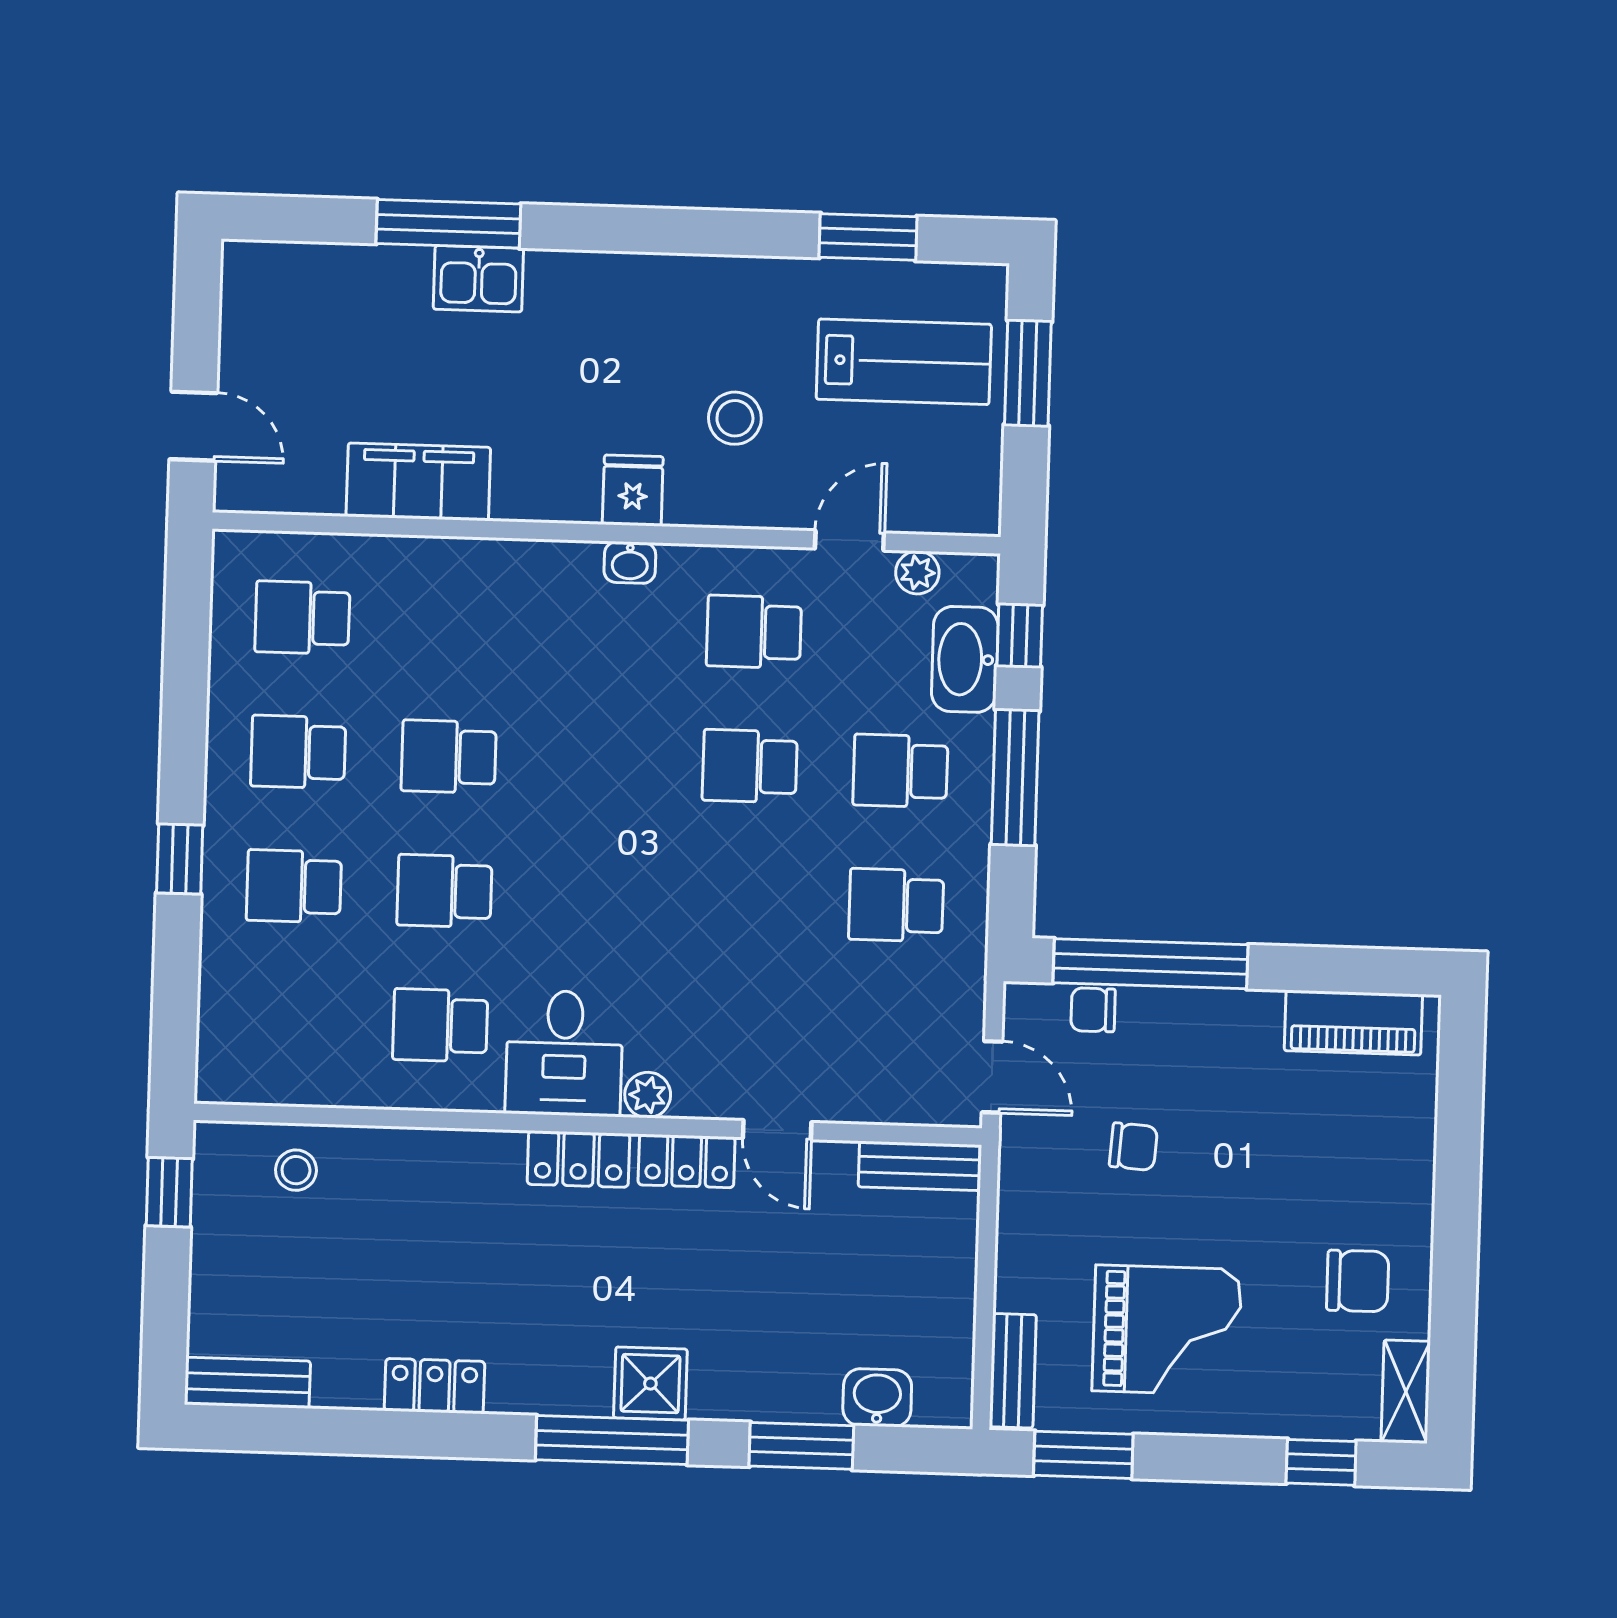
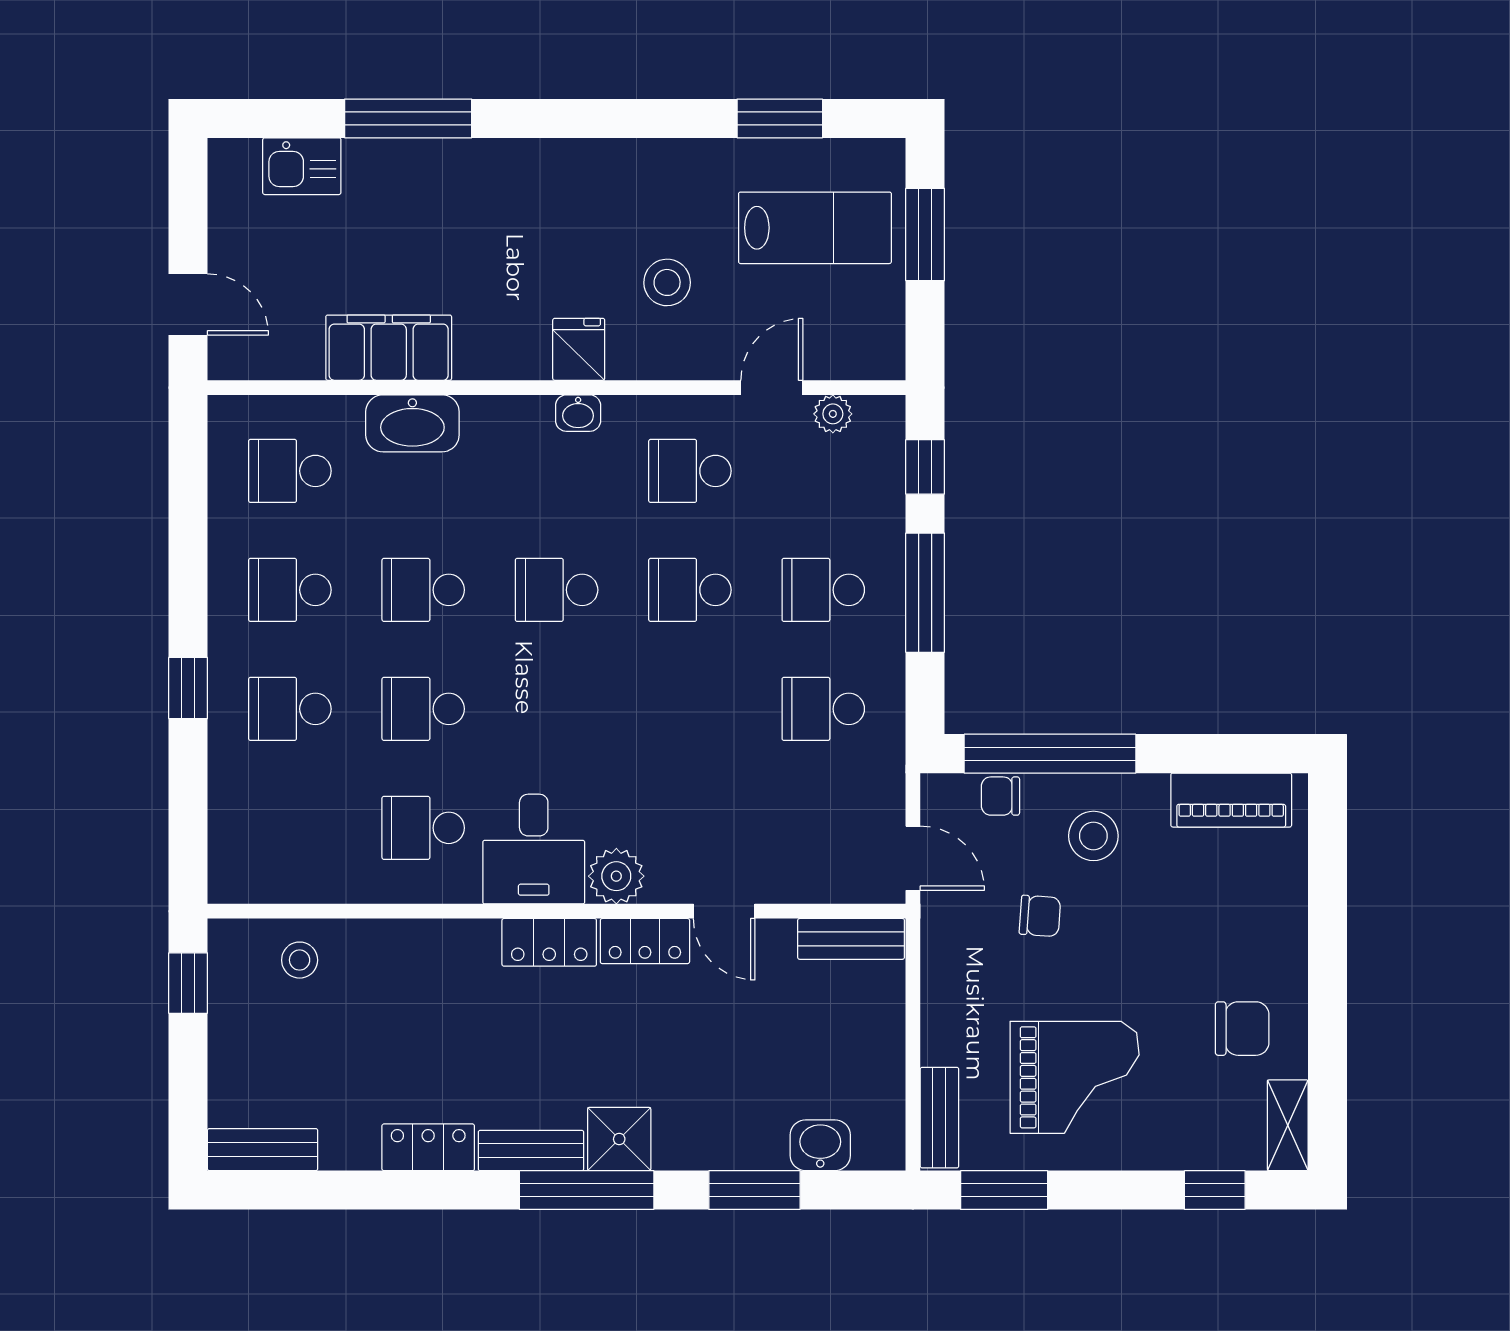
kitchen sink: (478, 279) -> (302, 166), moved
washbasin: (965, 659) -> (412, 423), moved, turned -90
school desk: (599, 761) -> (557, 590), added
stool: (1197, 1058) -> (1093, 836), added
plant: (648, 1095) -> (616, 876), width x1.38, depth x1.38
bench: (550, 1393) -> (531, 1151), added

